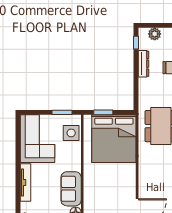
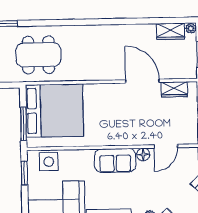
window: (103, 112) -> (23, 124), width x1.44

